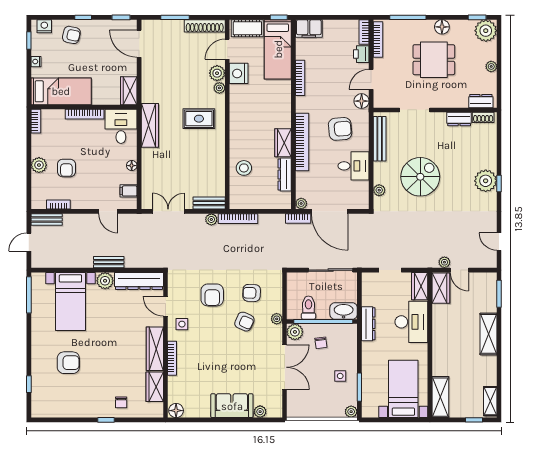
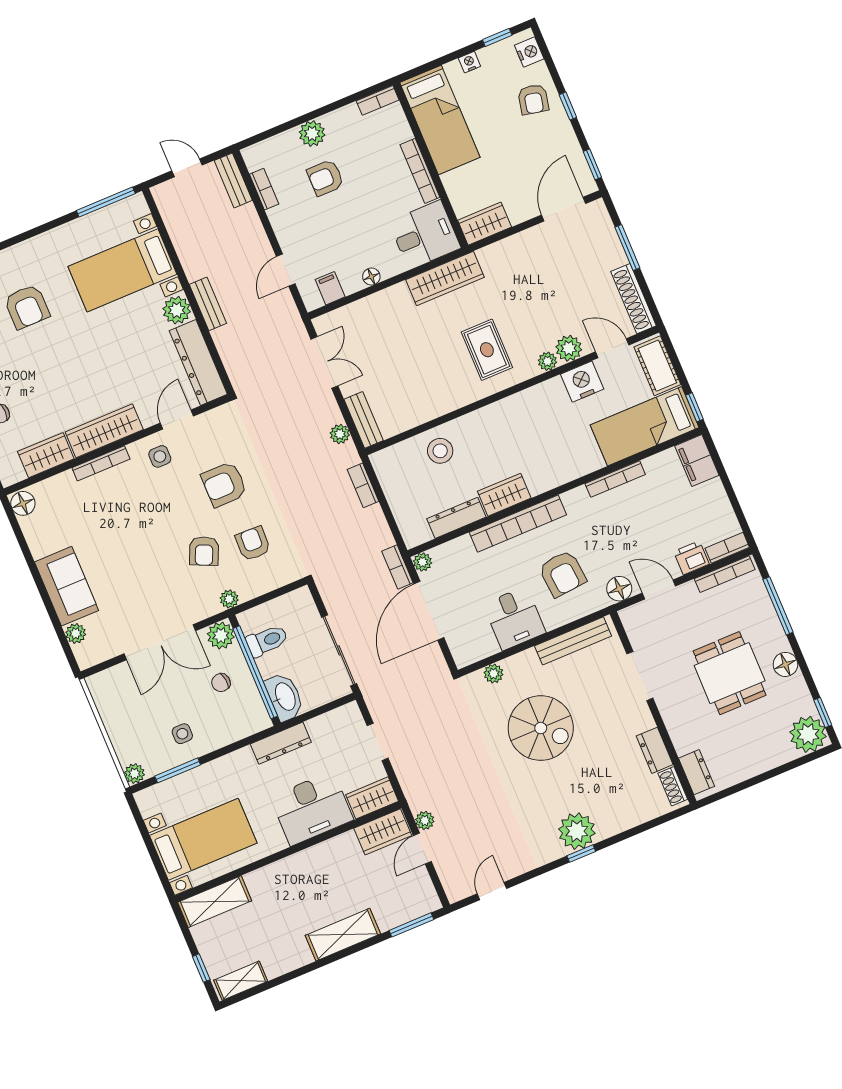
plant: (491, 66) -> (756, 766), removed
bookcase: (238, 219) -> (363, 485), width x0.64

